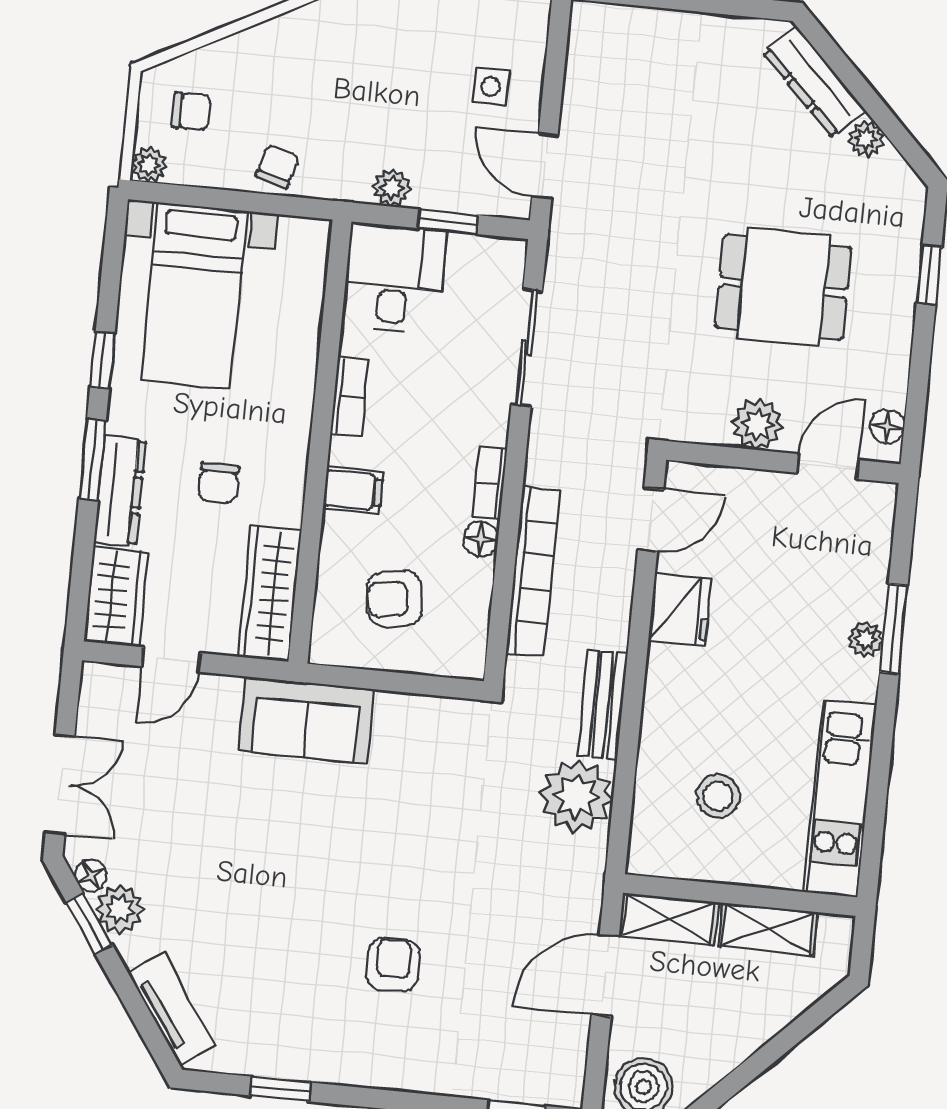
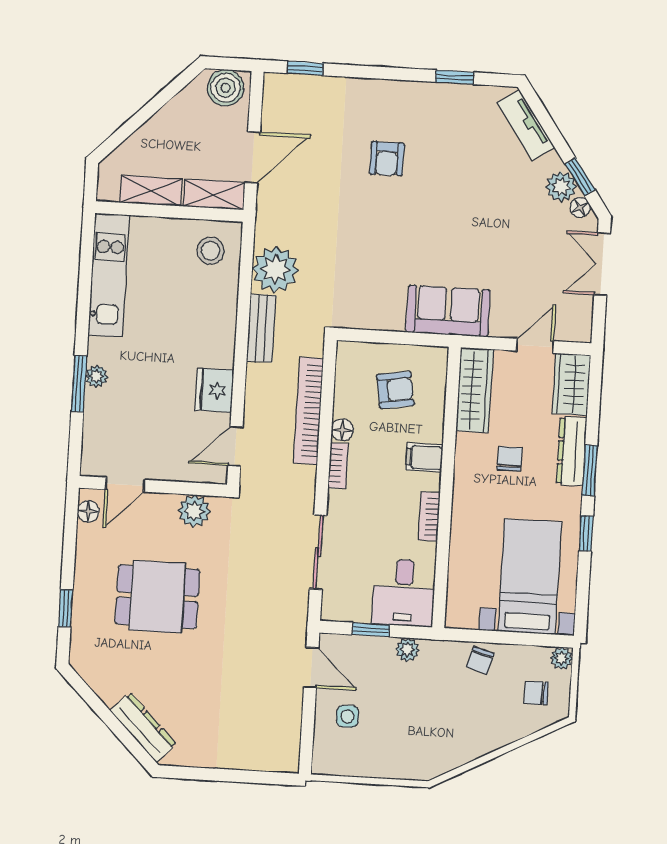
plant: (866, 139) -> (109, 693), removed
plant: (757, 424) -> (194, 511), moved
stool: (718, 796) -> (211, 251), moved

